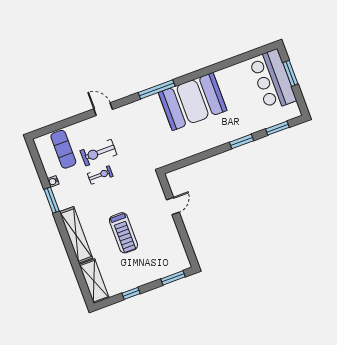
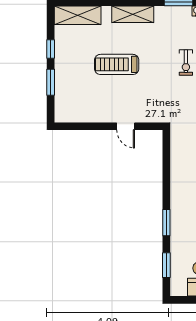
shelving: (76, 235) -> (133, 14), width x0.68
window: (173, 278) -> (51, 82), moved

